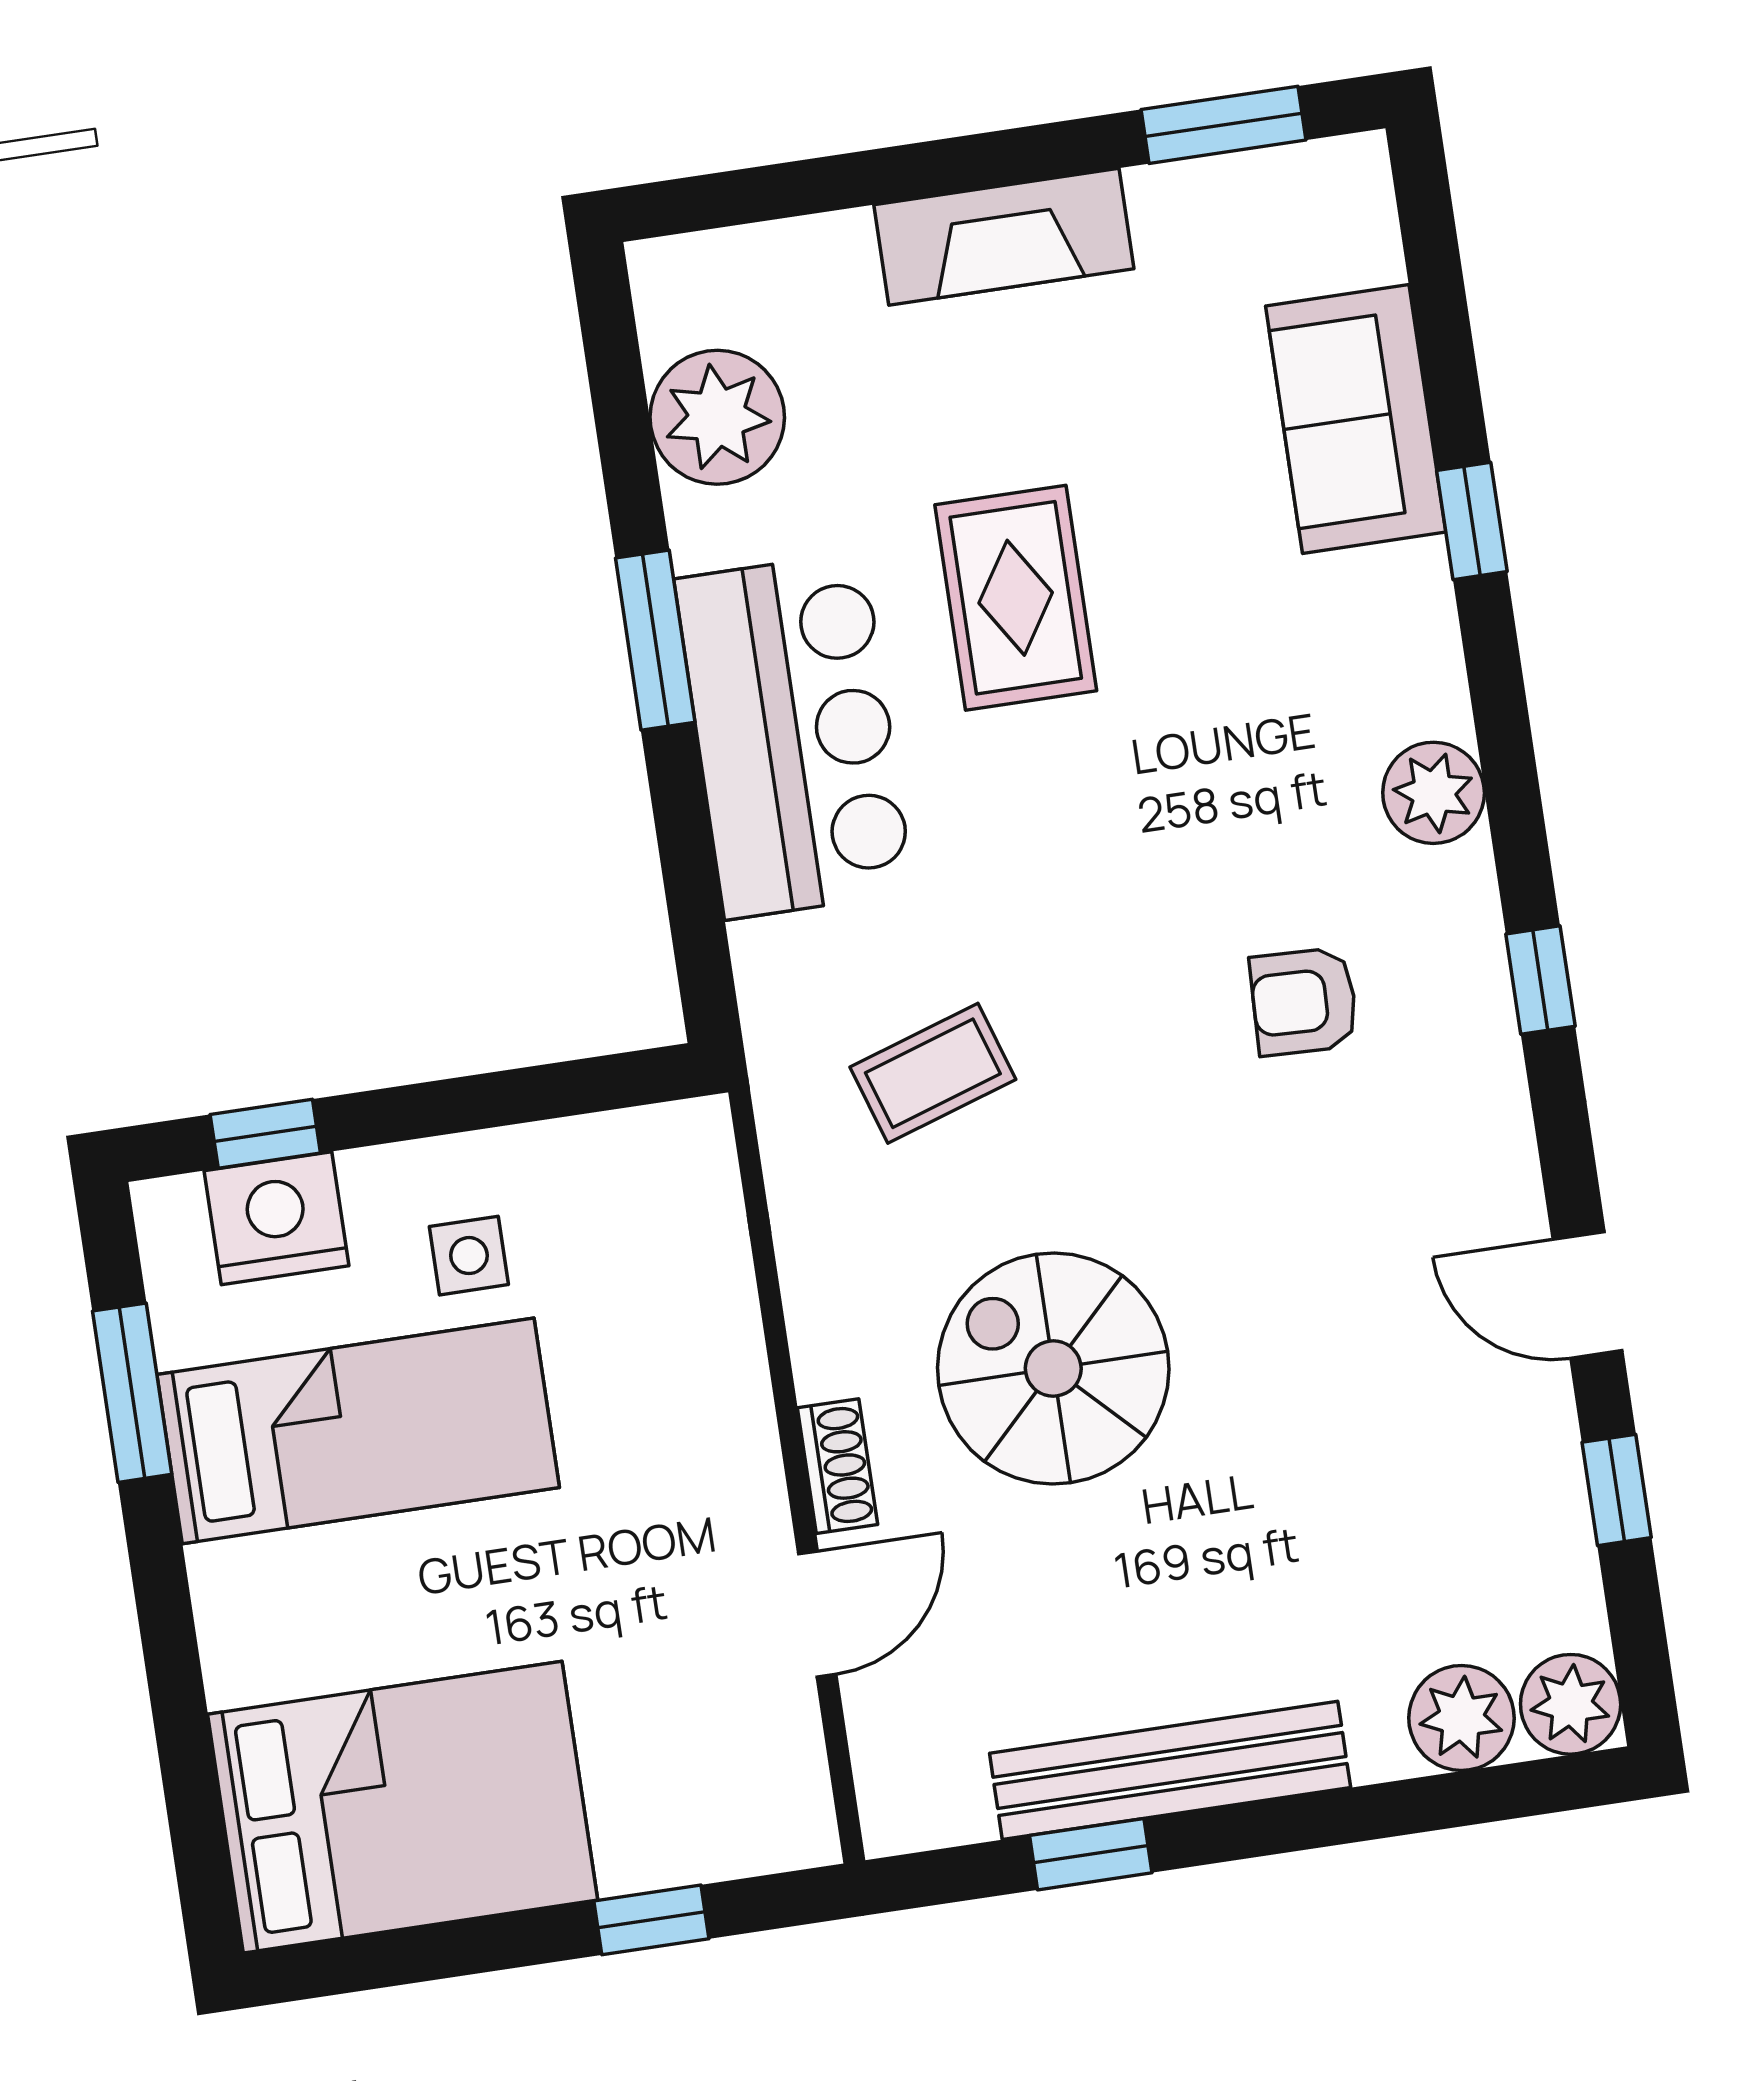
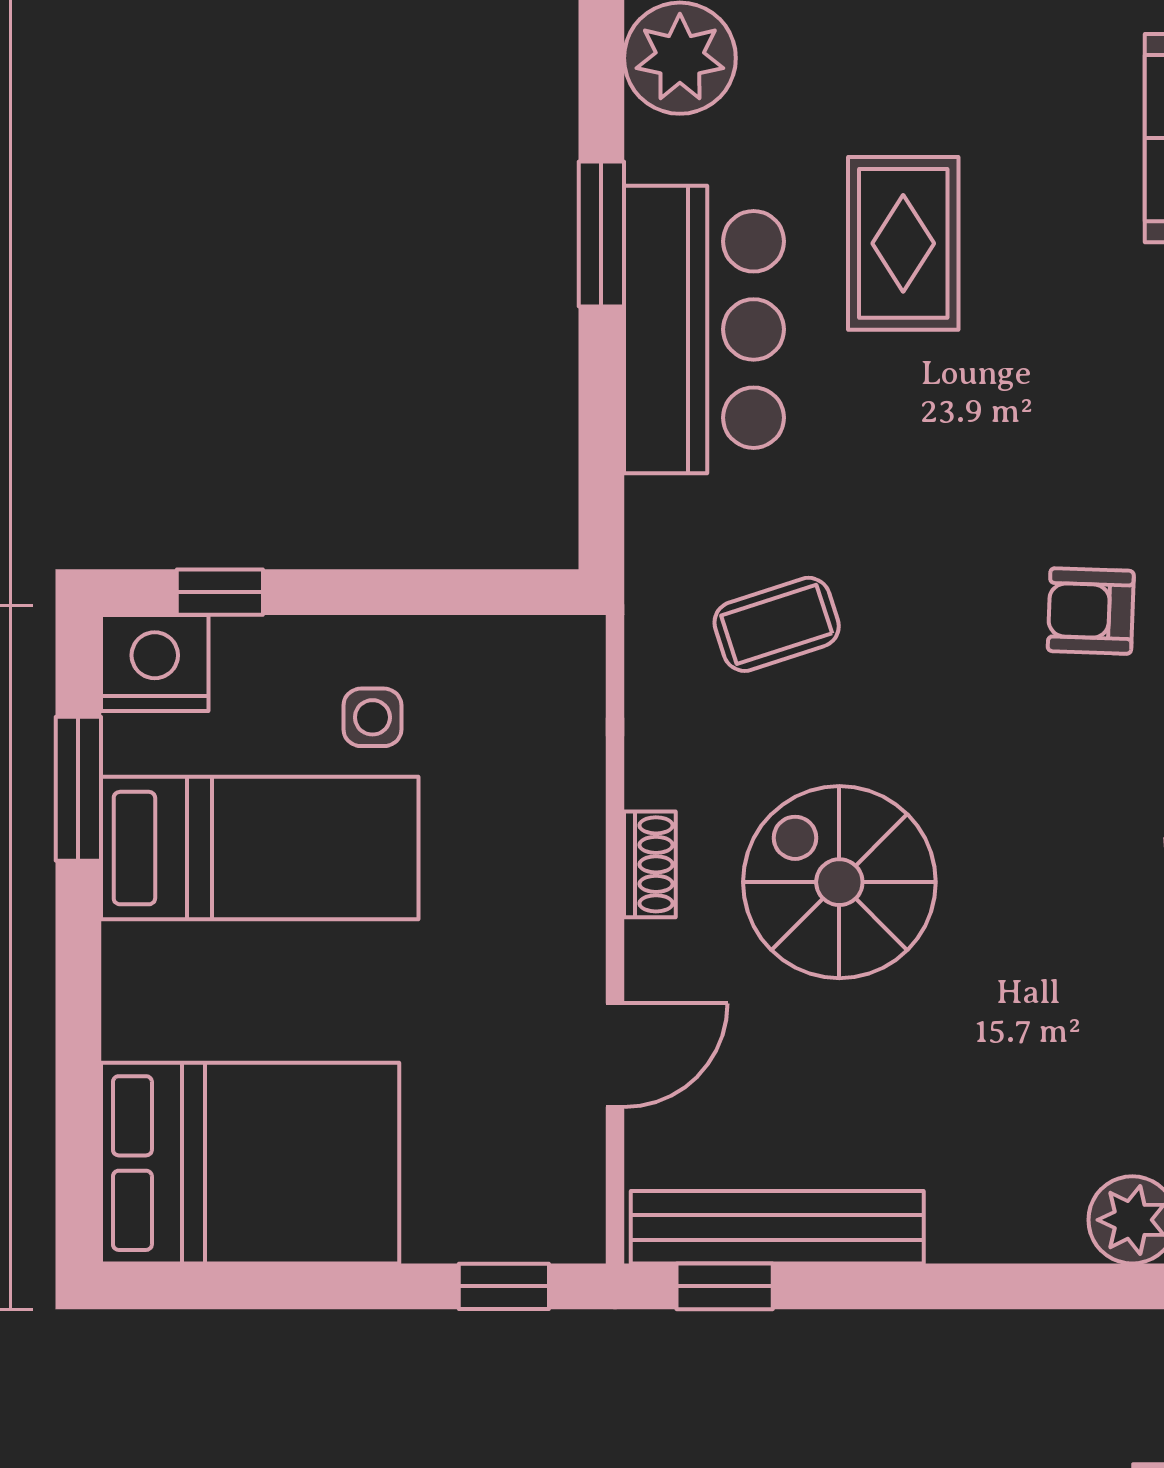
nightstand: (277, 1218) -> (155, 663), moved
shoe rack: (837, 1466) -> (650, 864), moved
bench: (1170, 1770) -> (777, 1227), moved
window: (1091, 1854) -> (725, 1286), moved
window: (651, 1920) -> (504, 1286), moved

